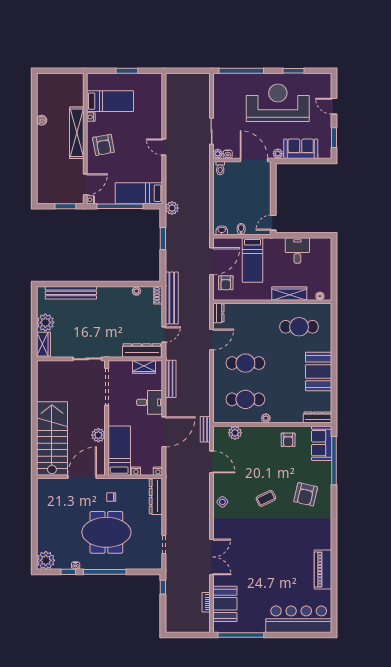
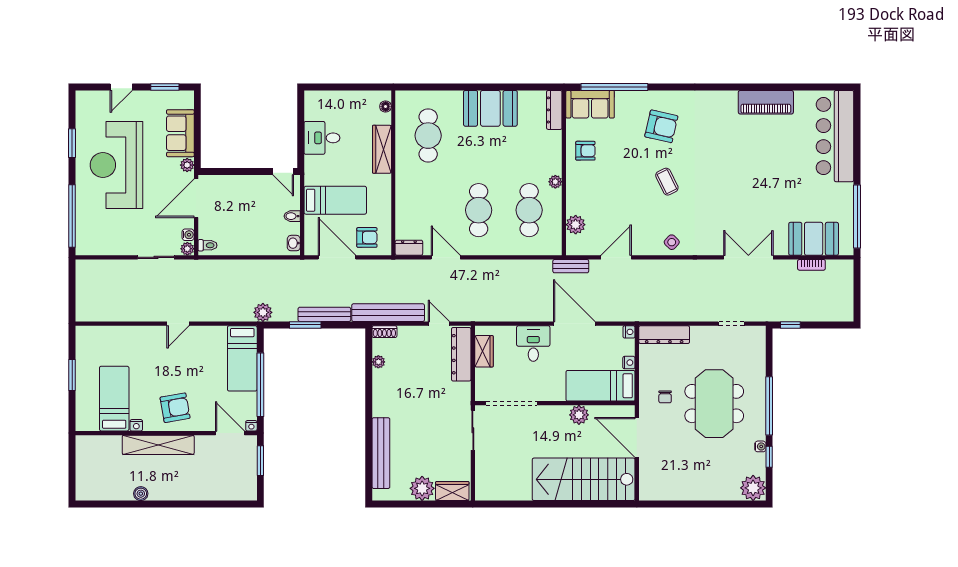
bench: (171, 379) -> (324, 314), moved

